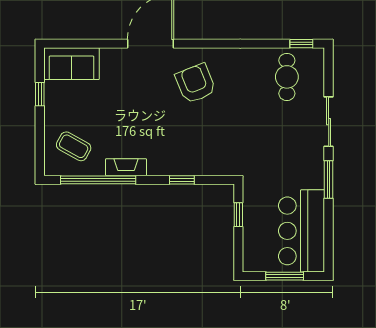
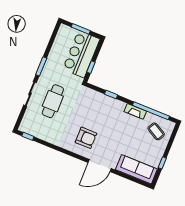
sofa: (71, 64) -> (136, 169), width x1.36
cafe table: (287, 77) -> (53, 101), moved, width x1.37, depth x1.35
armchair: (196, 83) -> (86, 138), turned -68
bar counter: (302, 231) -> (81, 54), moved, turned 180

